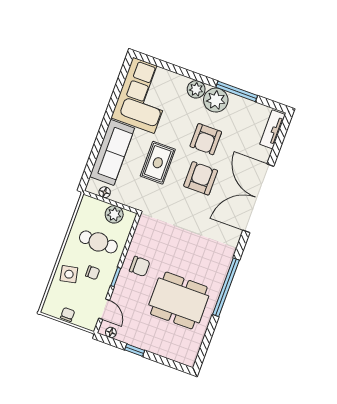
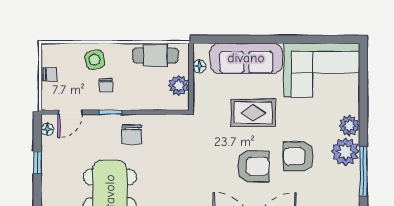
cafe table: (98, 242) -> (155, 56), moved, turned 90

